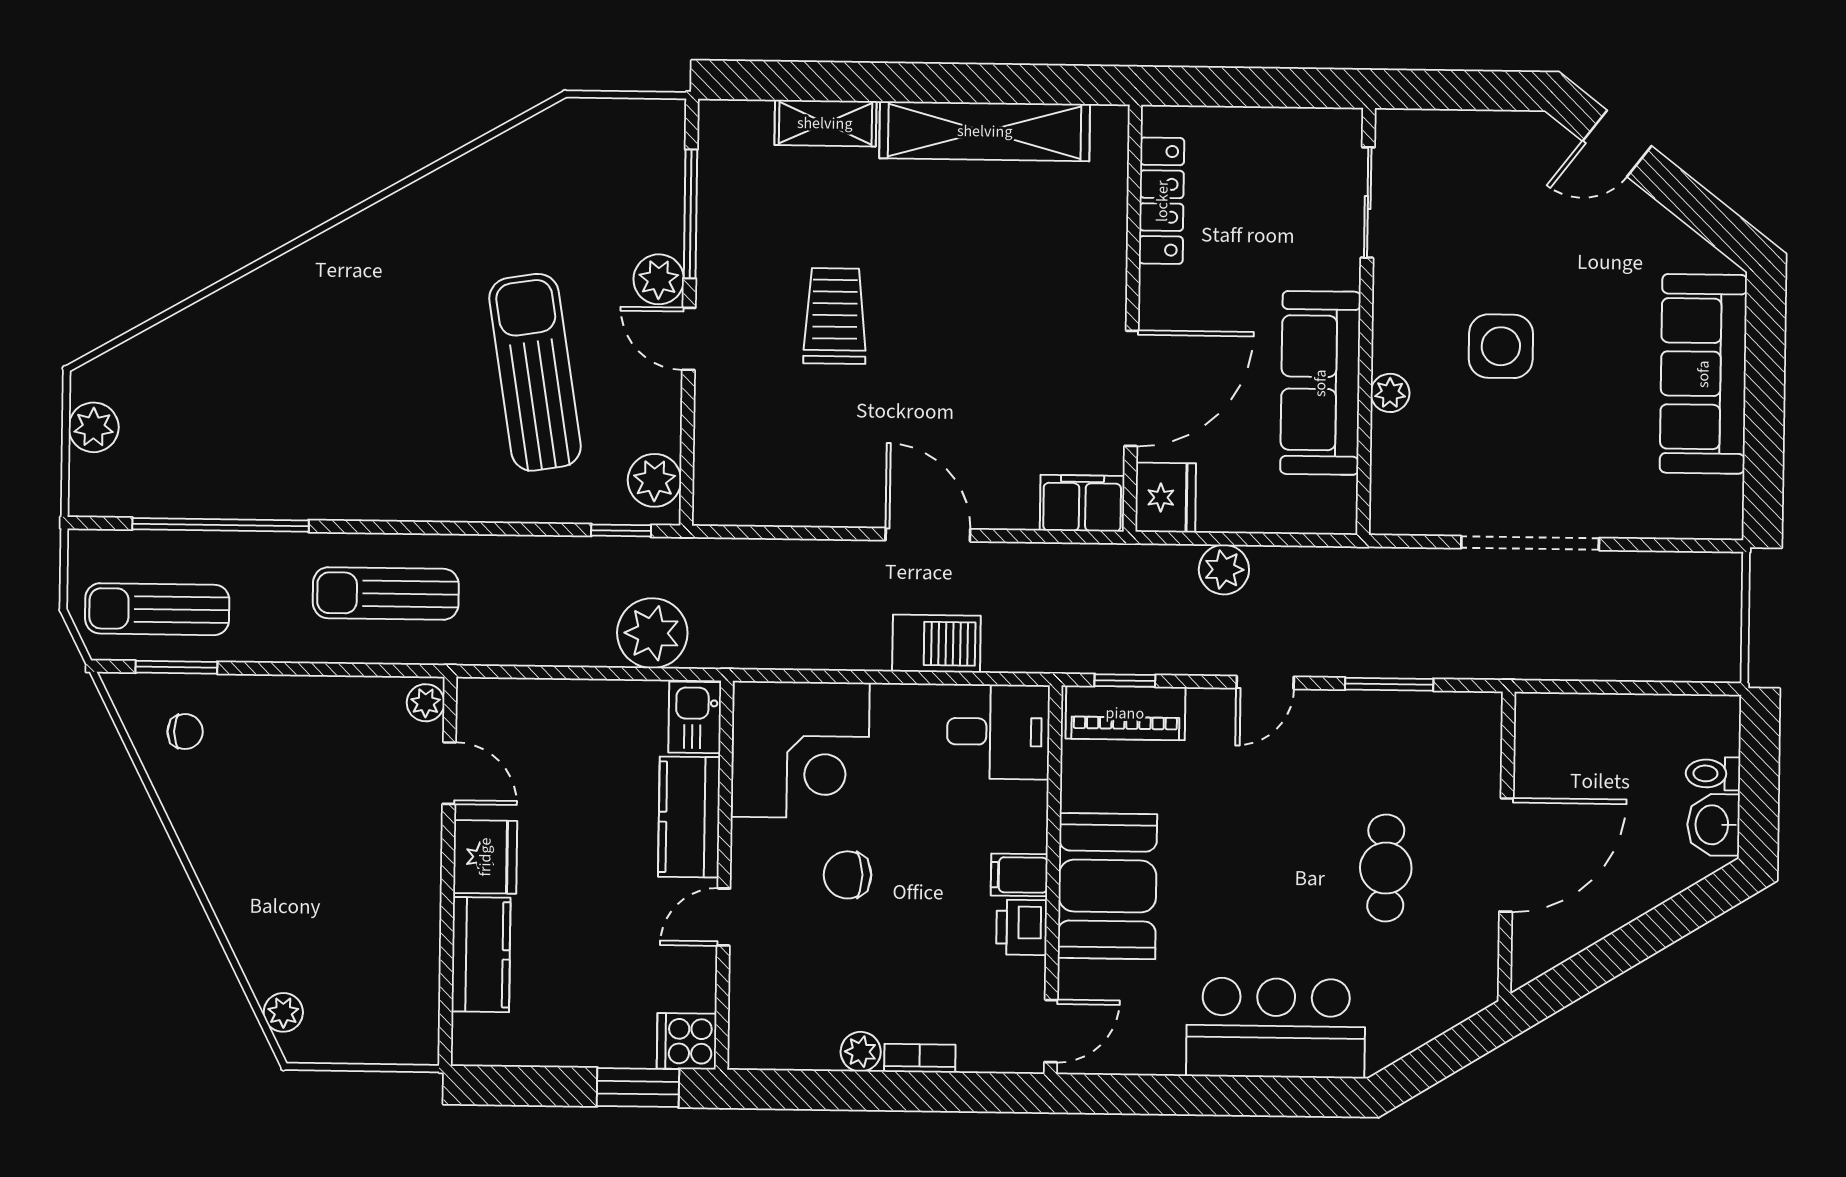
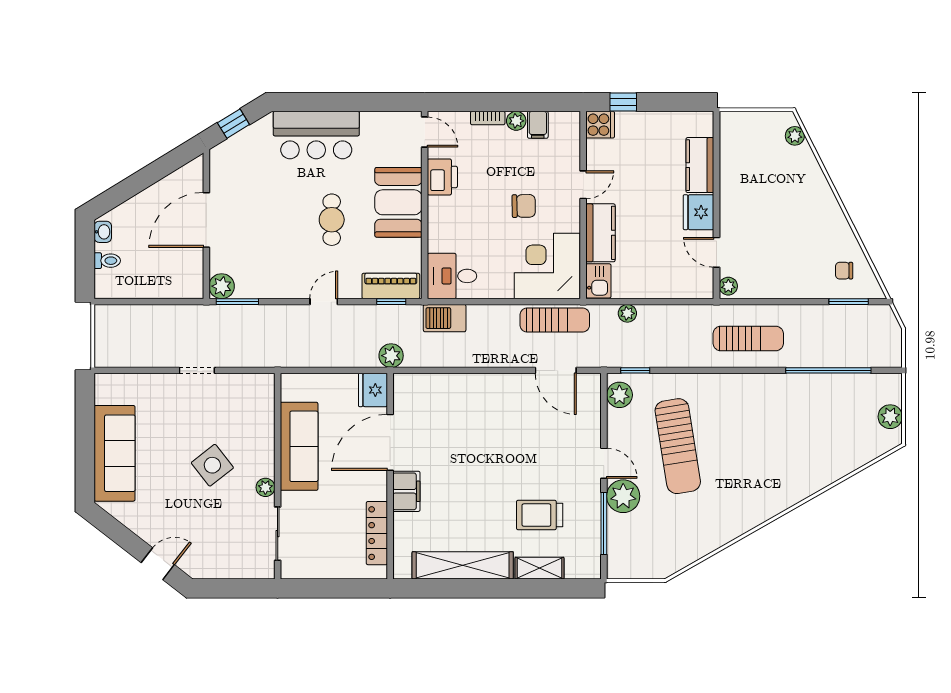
plant: (659, 279) -> (623, 496), width x1.36, depth x1.36
trolley: (835, 316) -> (540, 515), moved, turned 90
side table: (1501, 346) -> (212, 465), turned -38
plant: (1390, 393) -> (265, 487), moved
filing cabinet: (1082, 503) -> (406, 491), moved, turned -90
door: (928, 535) -> (556, 370), moved
doorway: (1530, 543) -> (197, 370), width x0.53
plant: (1224, 570) -> (391, 356), moved
sun lounger: (157, 609) -> (555, 320), moved
plant: (652, 633) -> (627, 313), width x0.53, depth x0.53
barbecue: (936, 644) -> (445, 318), moved
window: (1389, 684) -> (237, 302), moved
plant: (1476, 717) -> (222, 286), added
washbasin: (1713, 825) -> (103, 232), width x0.72, depth x0.69
cafe table: (1386, 868) -> (332, 220), moved
filing cabinet: (1019, 875) -> (538, 125), moved, turned 90
printer: (1022, 927) -> (442, 177), width x1.36, depth x1.24
door: (1051, 1031) -> (425, 132), swing flipped
window: (1447, 1054) -> (233, 124), added
window: (638, 1088) -> (623, 102), width x0.67

